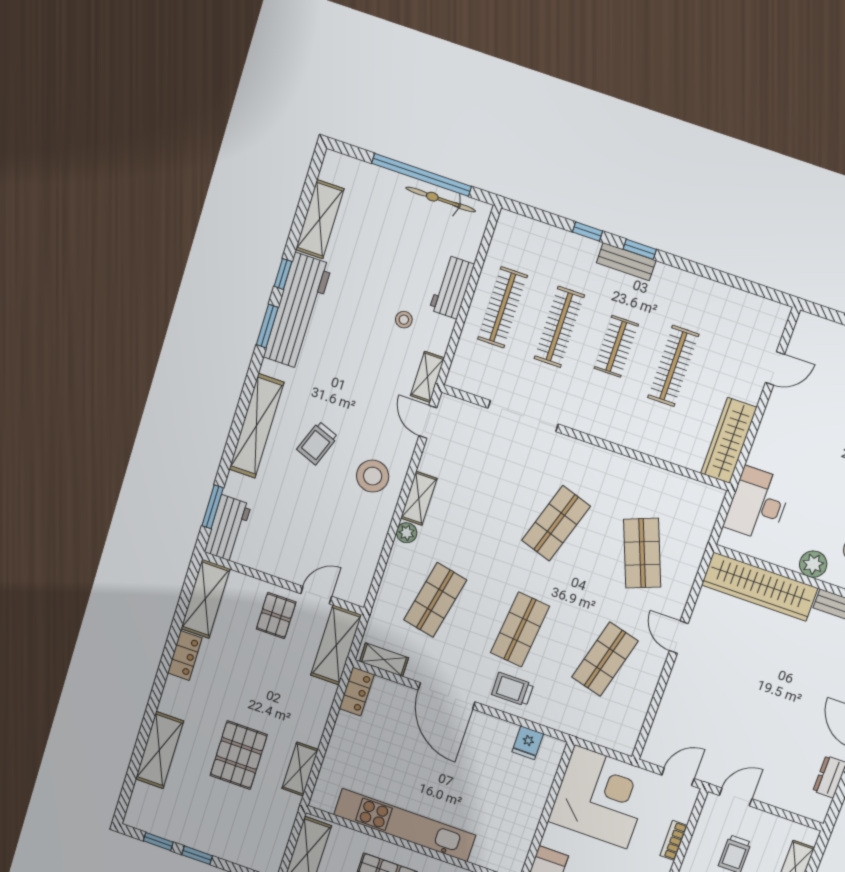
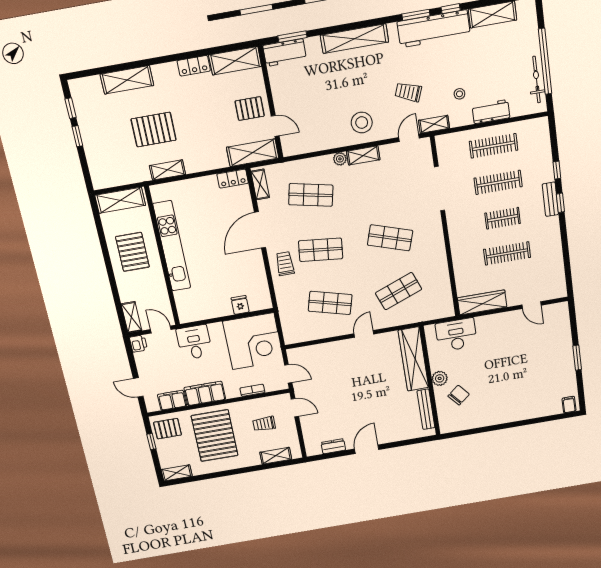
trolley: (317, 443) -> (408, 92), moved
fridge: (528, 743) -> (240, 305), moved, turned 90

